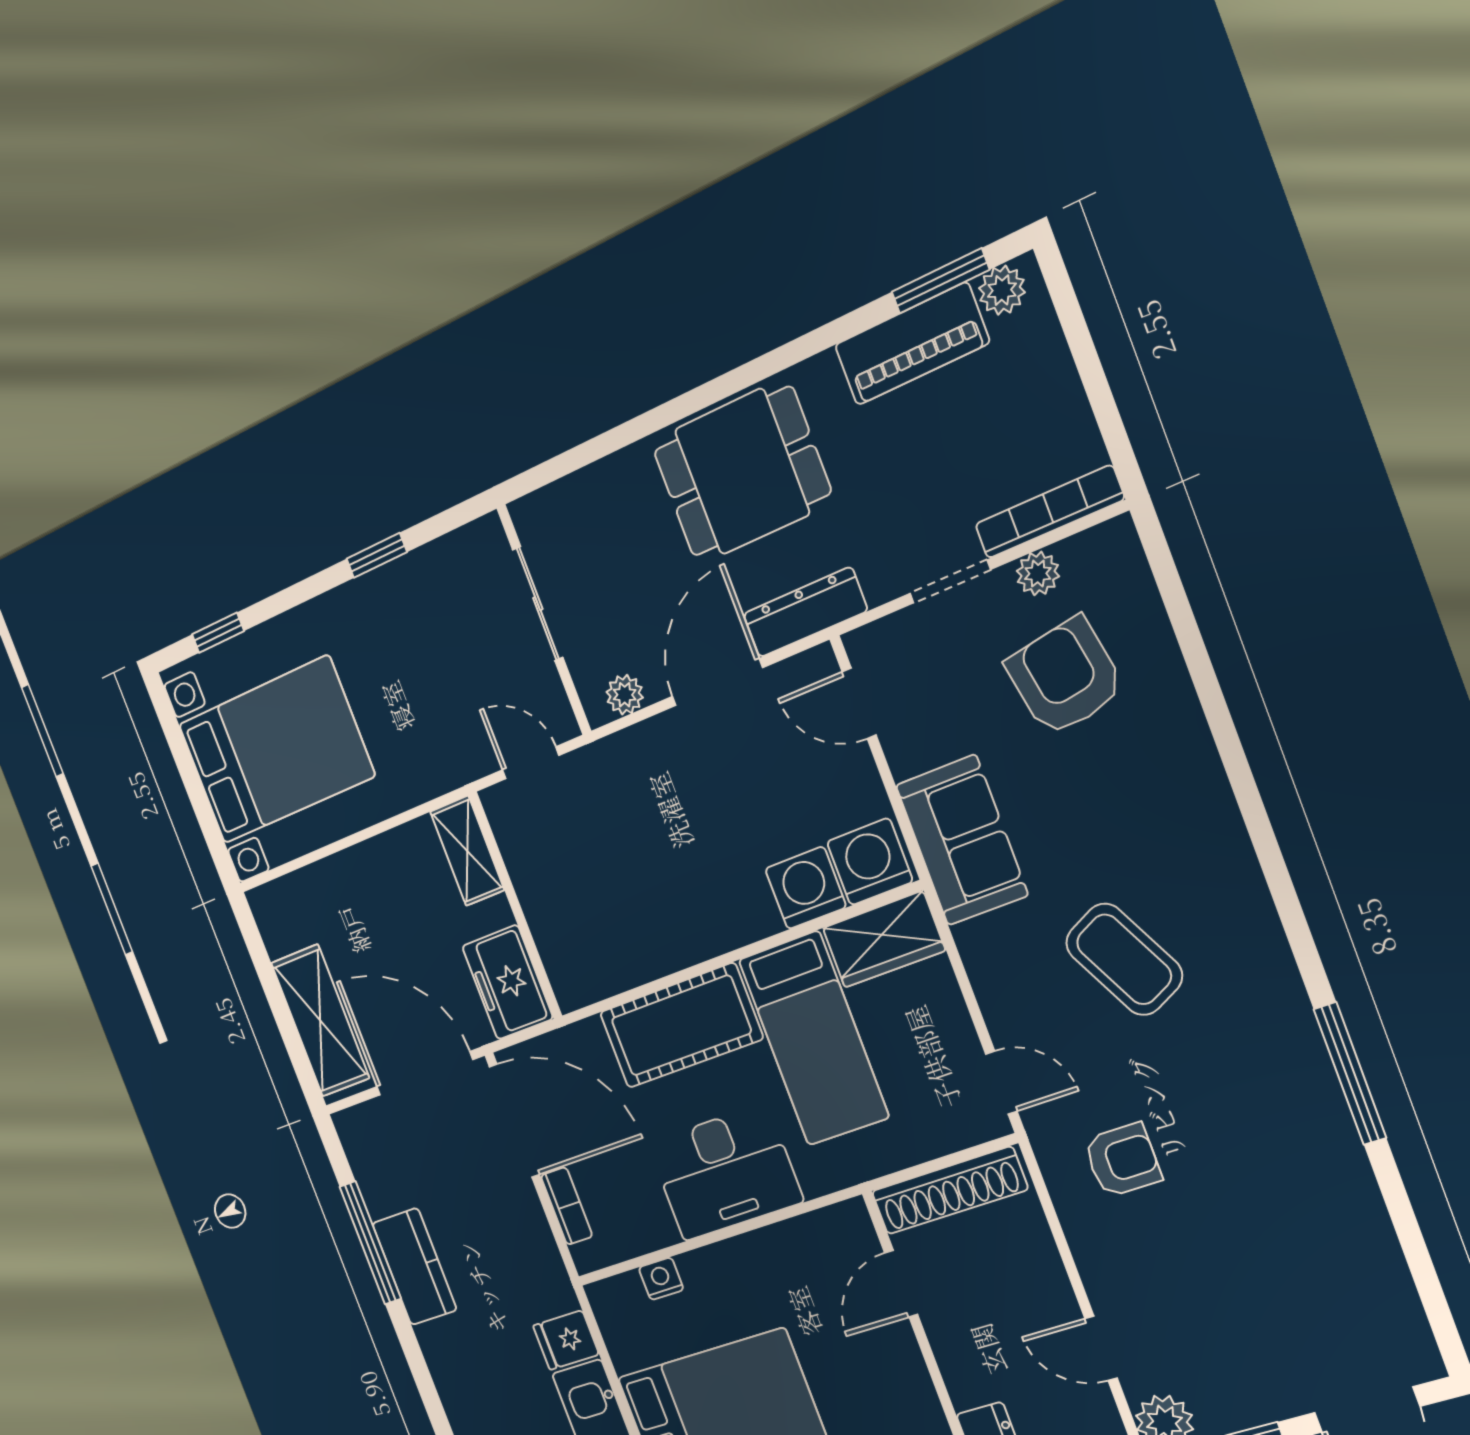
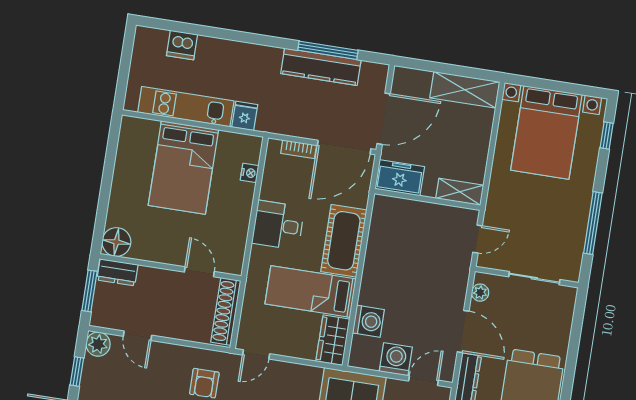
window: (377, 555) -> (593, 223), width x2.17
washing machine: (870, 862) -> (396, 359), moved, turned -90
shelving: (320, 1021) -> (465, 90), moved
desk: (725, 1172) -> (278, 225), width x0.73
kitchen counter: (414, 1267) -> (321, 67), width x1.50
door: (1101, 1348) -> (137, 336), swing flipped

